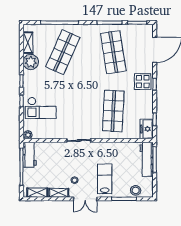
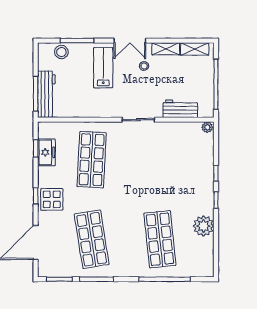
shelving: (28, 43) -> (207, 252), removed
shop shelf: (63, 52) -> (160, 239), turned -30
checkout: (41, 108) -> (190, 164), removed
freezer: (147, 129) -> (46, 152), moved
workbench: (30, 155) -> (180, 109), moved, turned 90
lab bench: (105, 179) -> (103, 68), turned 180
double door: (85, 199) -> (130, 41), swing flipped

